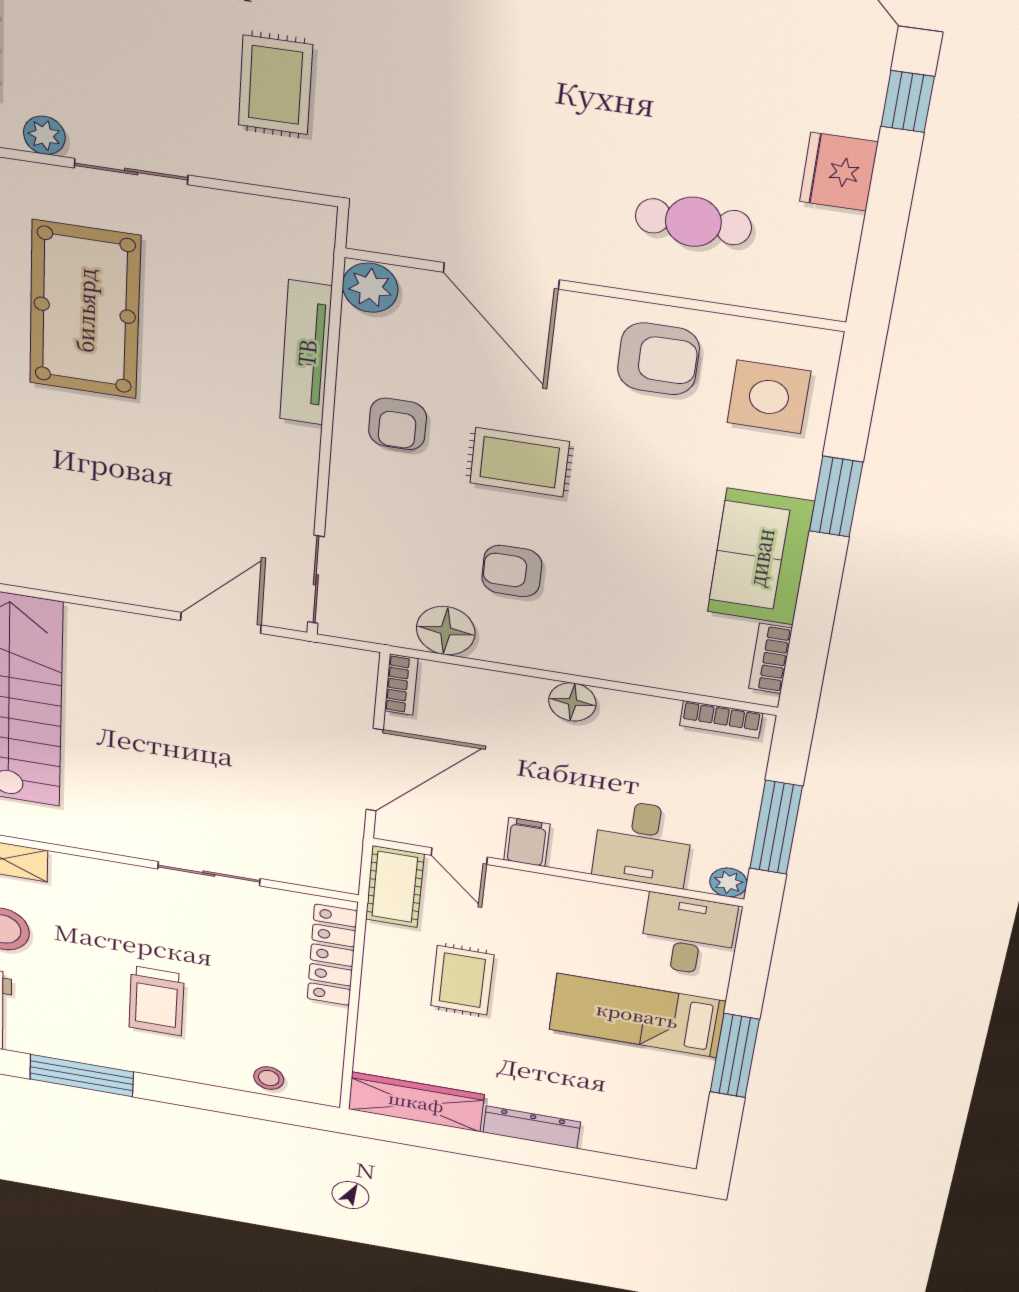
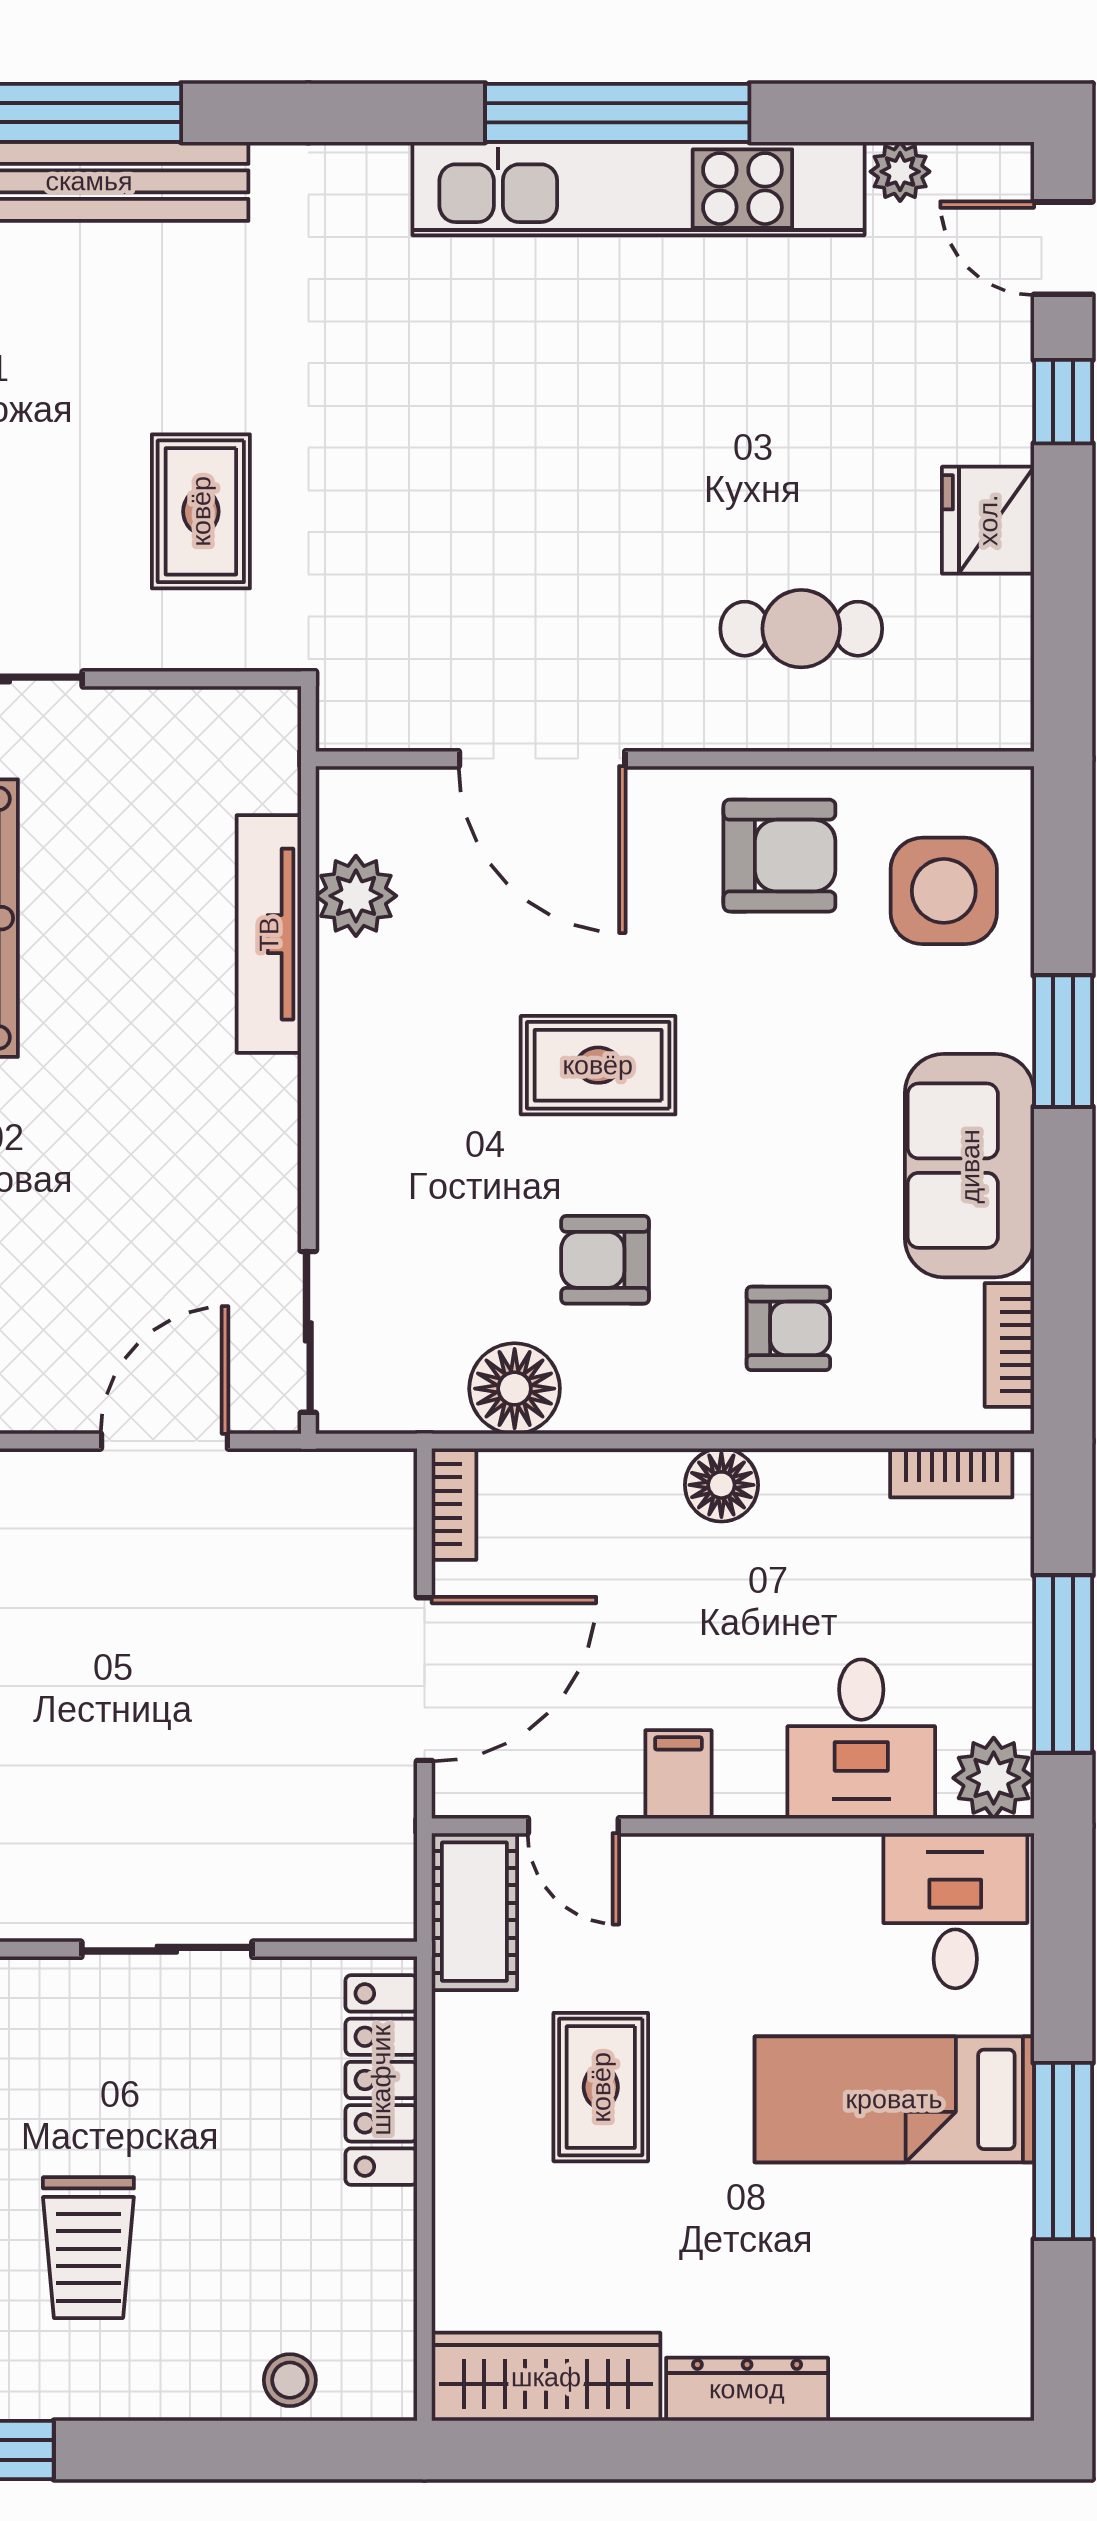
plant: (370, 288) -> (356, 896), moved
armchair: (397, 424) -> (788, 1328), moved, turned -90
plant: (728, 882) -> (994, 1778), width x1.38, depth x1.38

